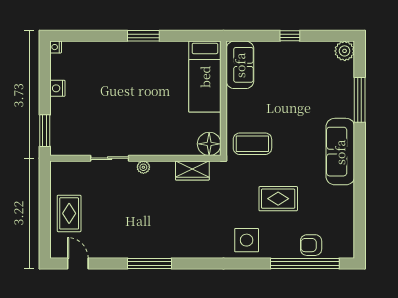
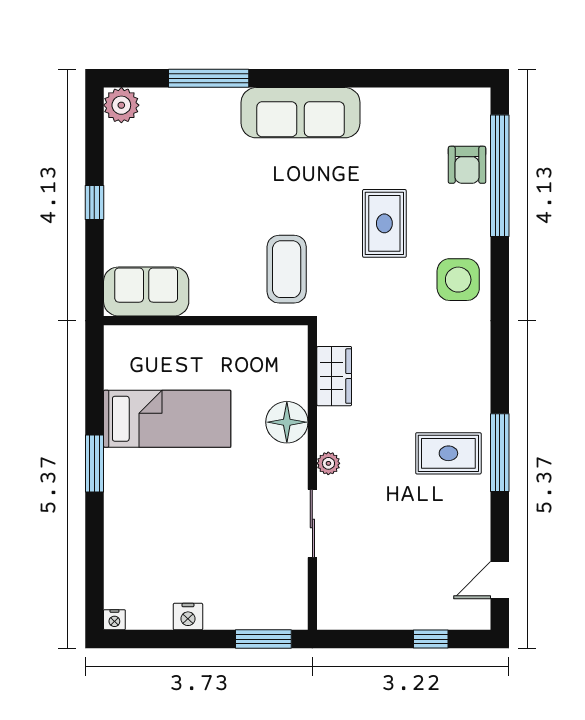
bed: (205, 77) -> (167, 419), moved
floor lamp: (209, 144) -> (287, 422), moved
rug: (69, 213) -> (448, 453), moved
window: (45, 225) -> (431, 639), added

